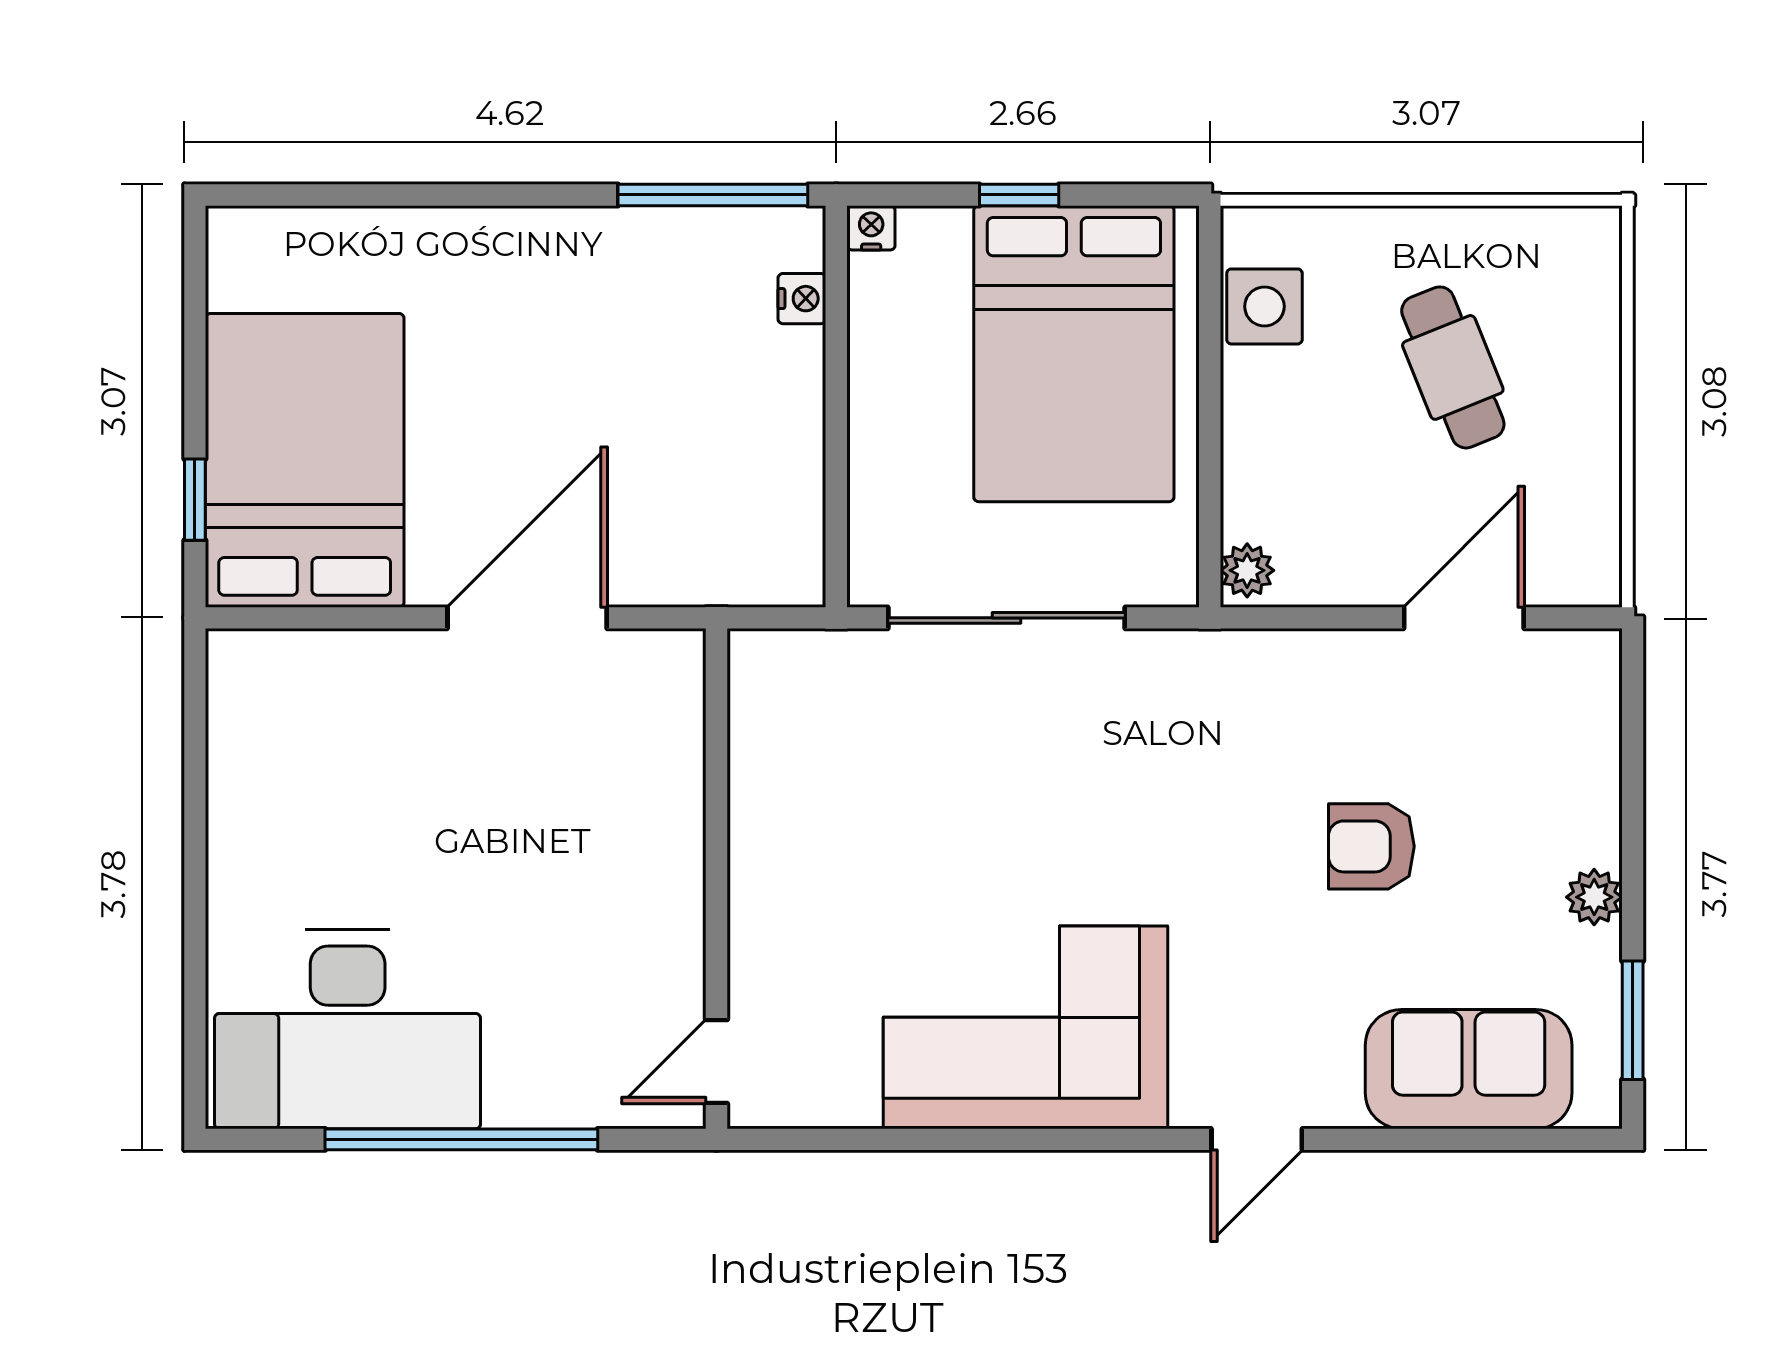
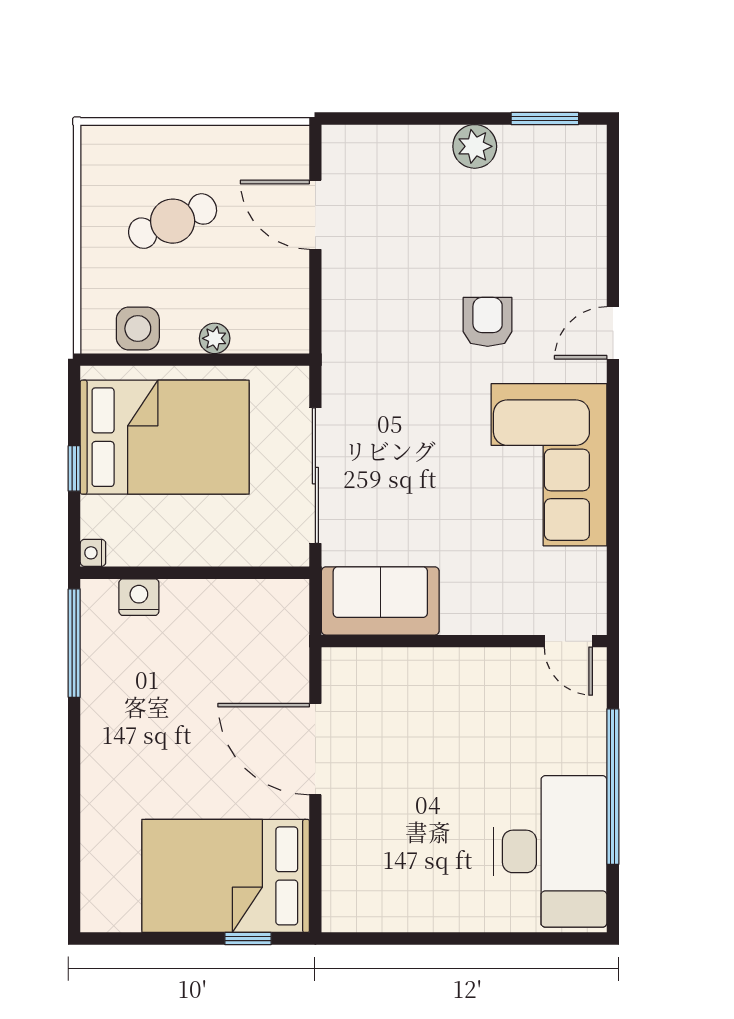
nightstand: (802, 299) -> (139, 597), width x1.39, depth x1.35
plant: (1247, 570) -> (215, 338), moved
armchair: (1371, 846) -> (488, 322), moved, turned 180
plant: (1594, 897) -> (475, 146), width x1.38, depth x1.38
sofa: (1469, 1069) -> (380, 601), moved, turned 90
door: (1257, 1139) -> (613, 333), swing flipped

